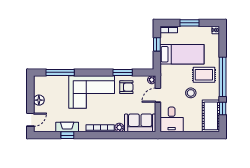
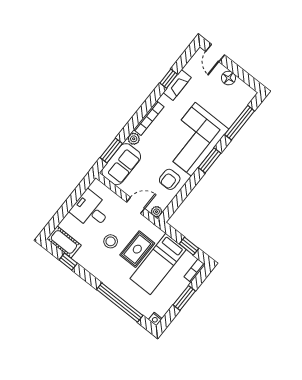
window: (123, 72) -> (210, 160), moved
rug: (204, 75) -> (137, 249), moved
window: (223, 77) -> (120, 303), moved
door: (158, 95) -> (136, 205), hinge flipped
cot: (211, 116) -> (64, 242), width x0.73, depth x0.75
desk: (172, 119) -> (91, 210), moved
window: (137, 135) -> (111, 151), added

